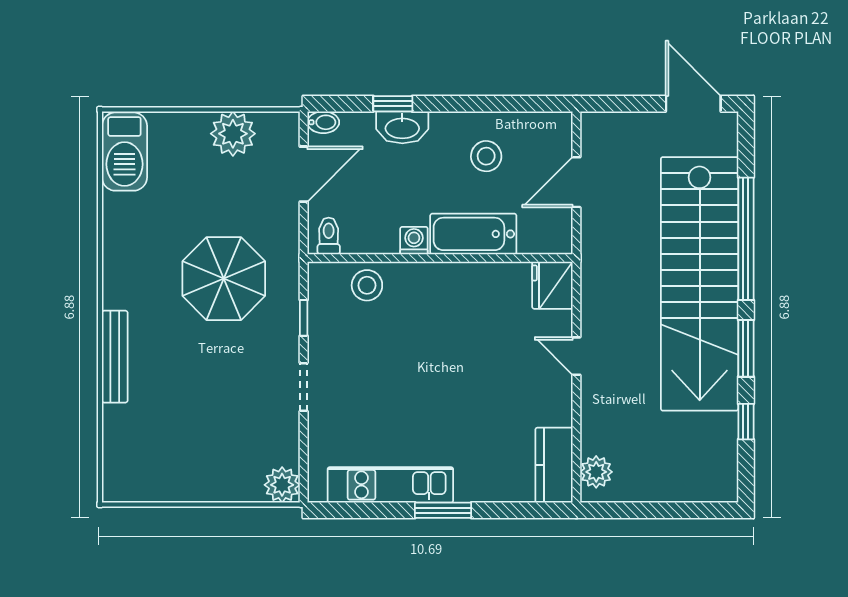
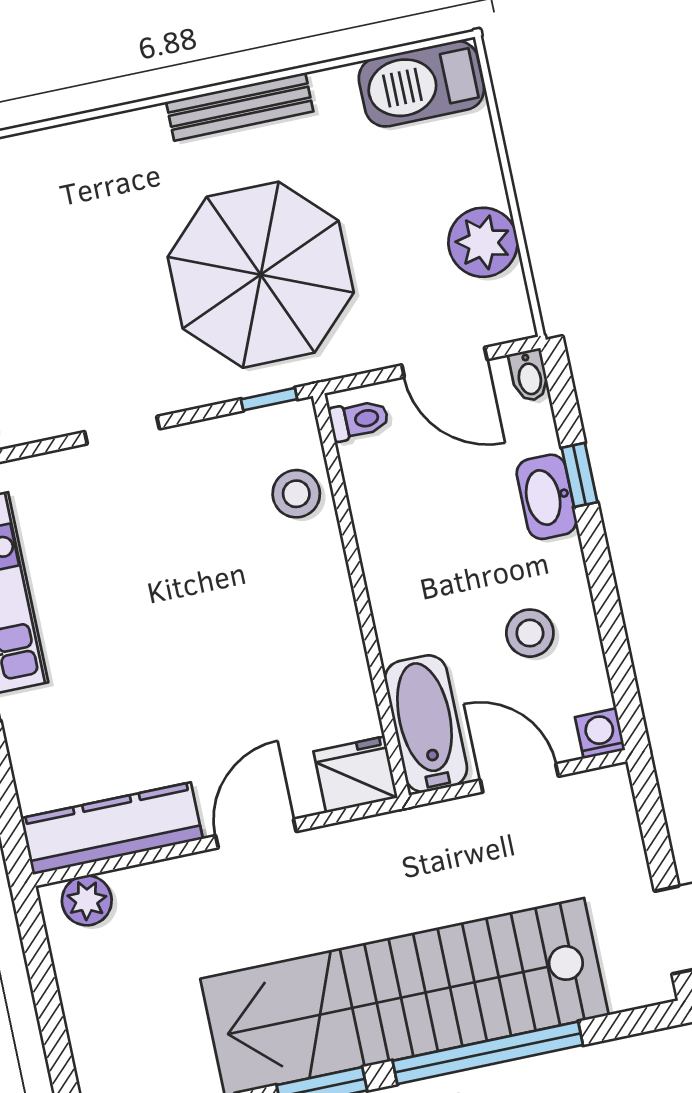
bathtub: (473, 234) -> (426, 724), moved
washing machine: (414, 241) -> (600, 733), moved, turned -90
parasol: (224, 279) -> (261, 275), width x1.36, depth x1.36
window: (304, 318) -> (269, 399), moved
door: (576, 356) -> (256, 834), width x1.38
bench: (115, 357) -> (240, 107), moved
kitchen counter: (554, 465) -> (112, 828), width x1.50

